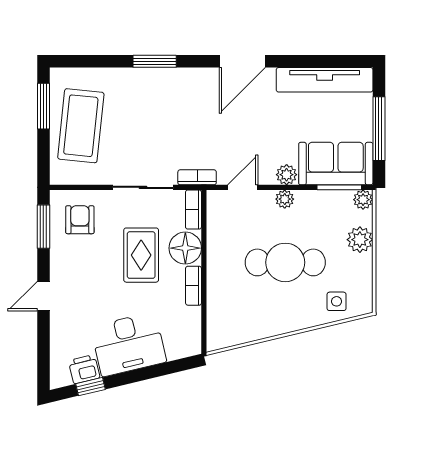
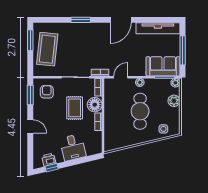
plant: (287, 175) -> (141, 71), removed
cafe table: (285, 262) -> (140, 111), turned 90
door: (43, 296) -> (30, 126), swing flipped
desk: (128, 344) -> (73, 147), width x0.73

